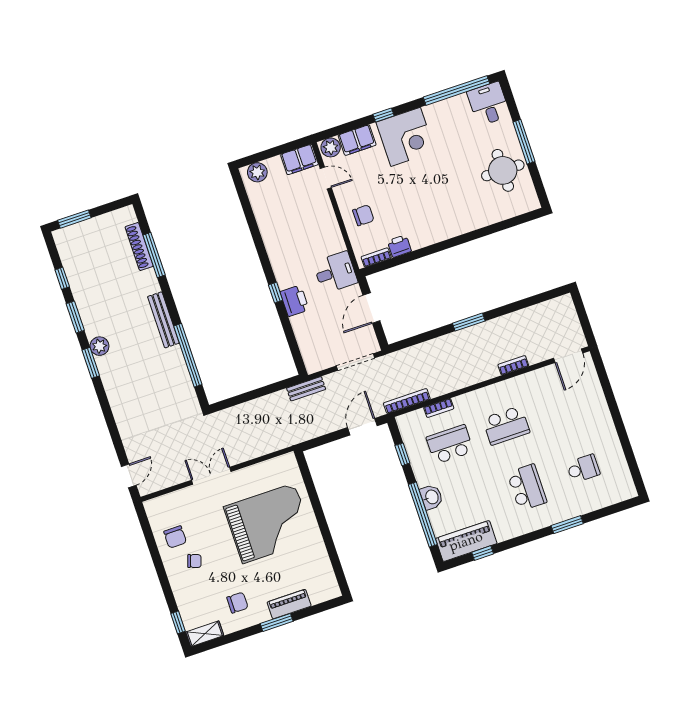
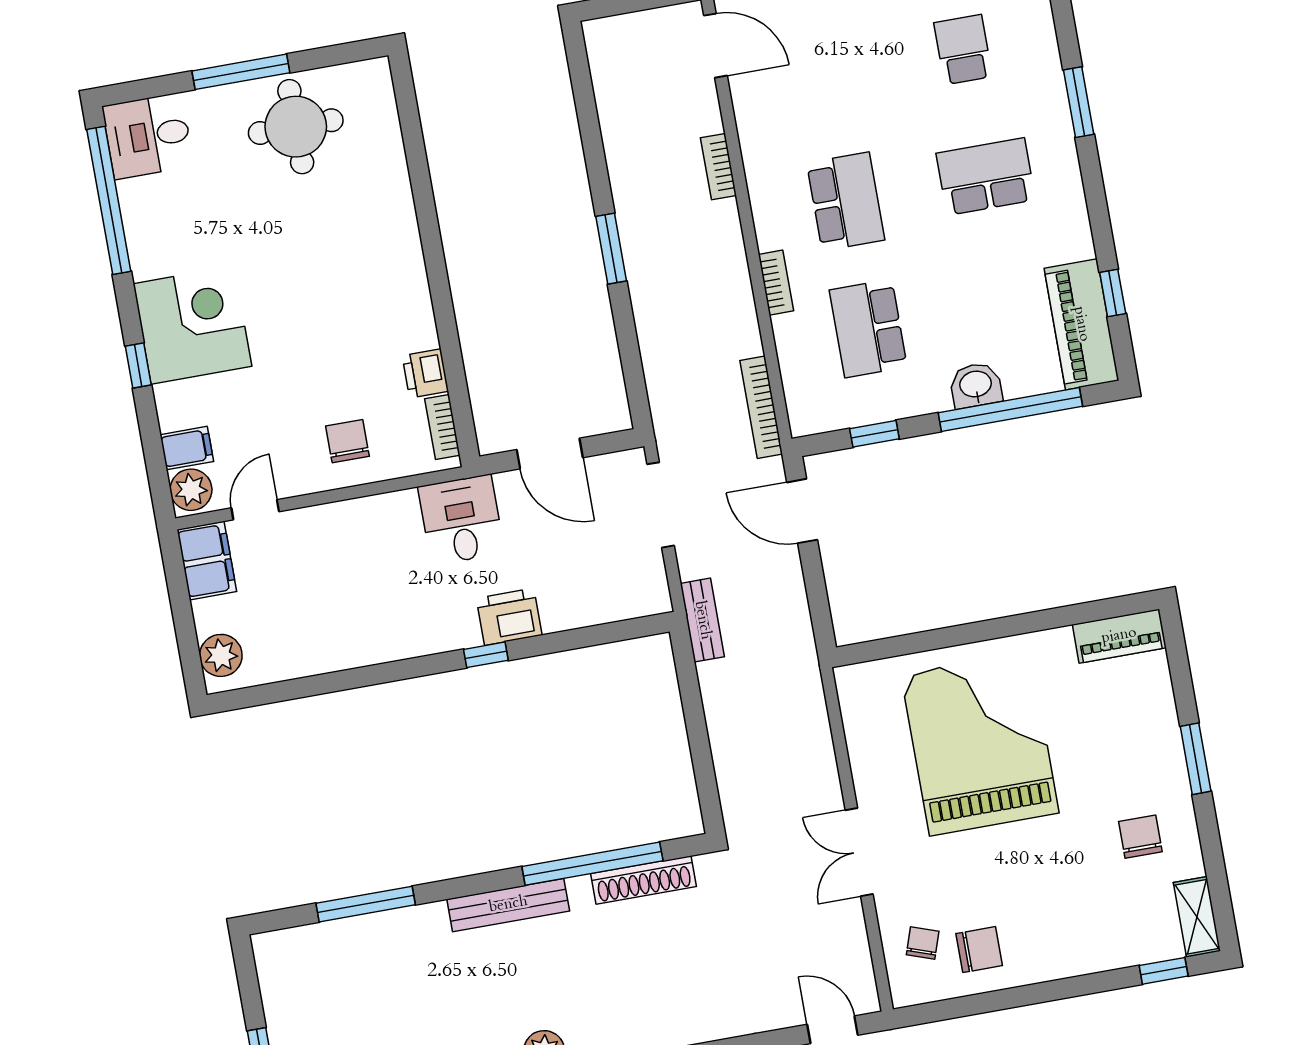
filing cabinet: (357, 140) -> (187, 448), width x0.50
shoe rack: (139, 247) -> (644, 880), moved
bookcase: (439, 408) -> (776, 283), moved
chair: (194, 561) -> (923, 943), moved
piano: (289, 604) -> (1119, 636), moved, turned -90

